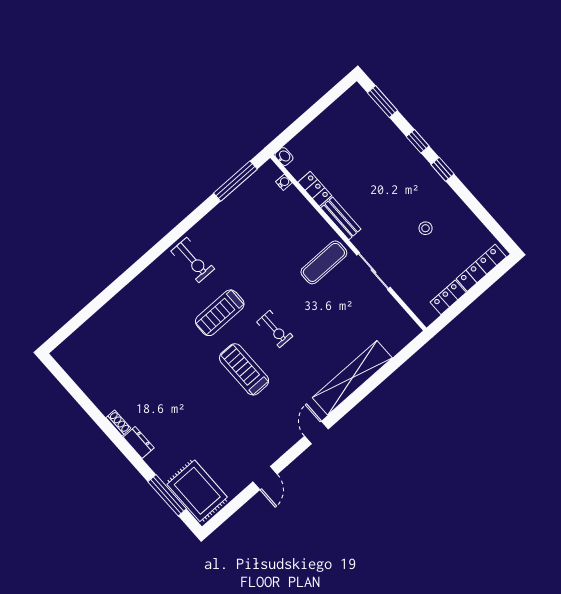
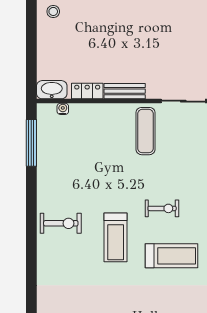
washbasin: (284, 157) -> (52, 90), width x1.91, depth x1.45
stool: (426, 228) -> (53, 11), moved
treadmill: (244, 369) -> (171, 256), turned 180

